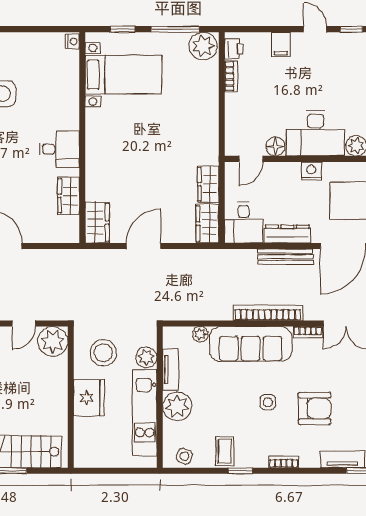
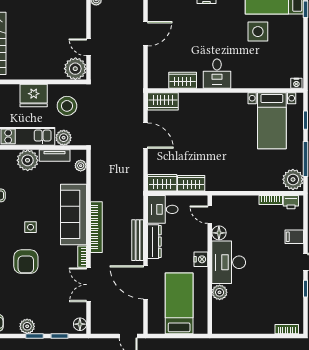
plant: (200, 334) -> (81, 166), moved

